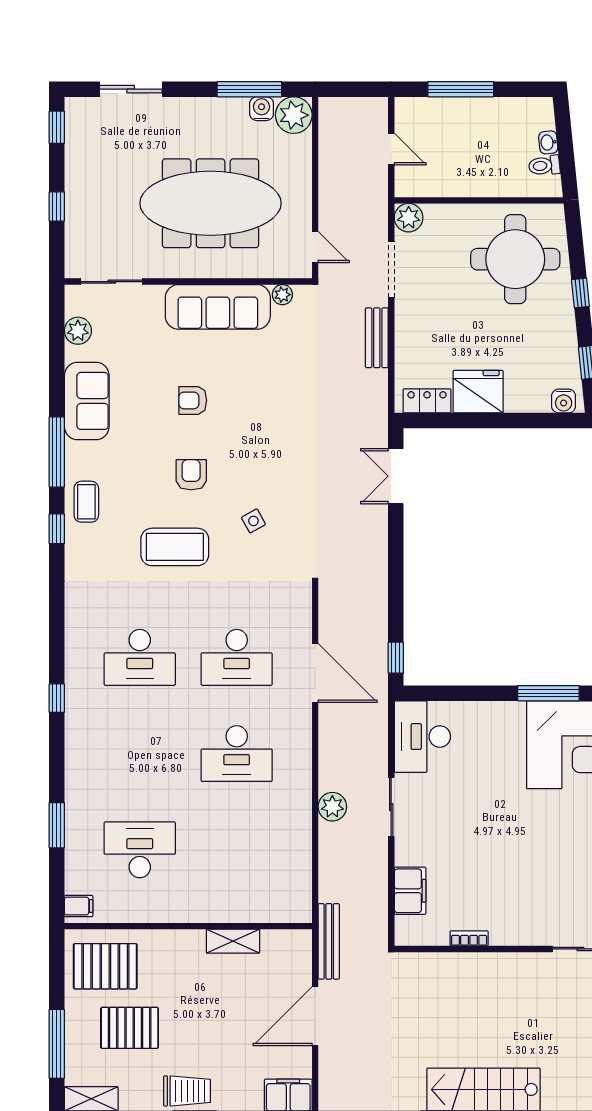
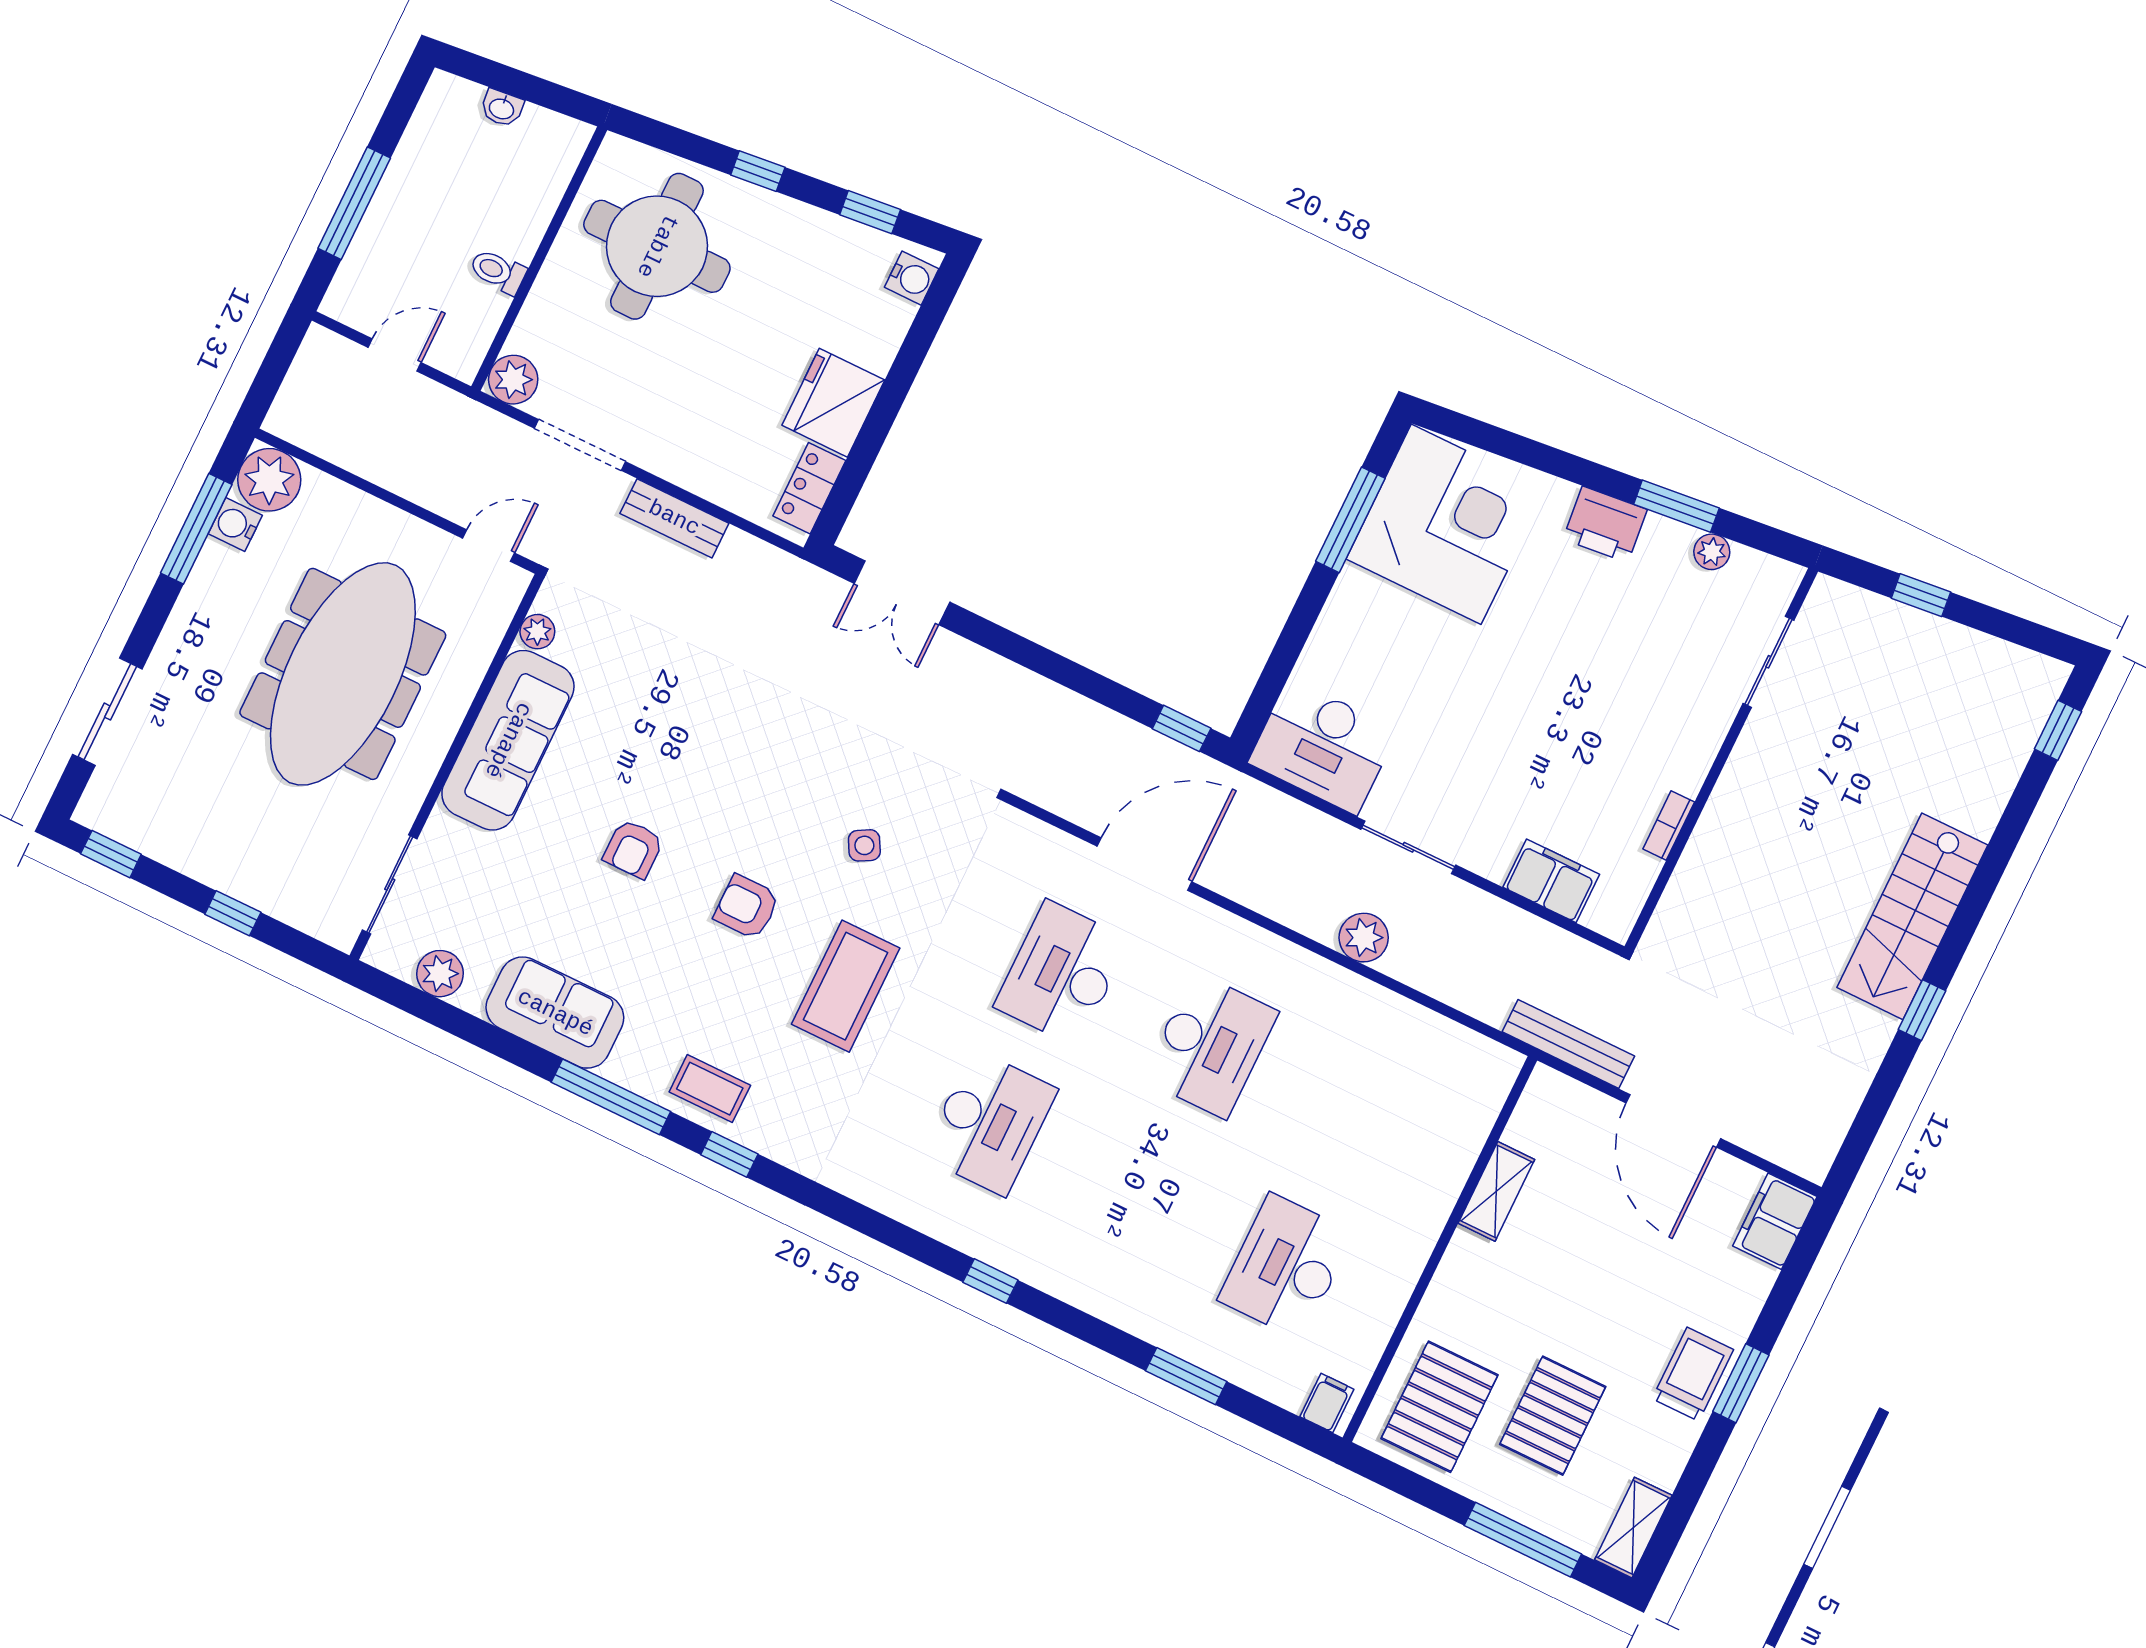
toilet: (544, 166) -> (498, 271), moved, turned 96
desk: (237, 657) -> (1062, 973), turned 180

